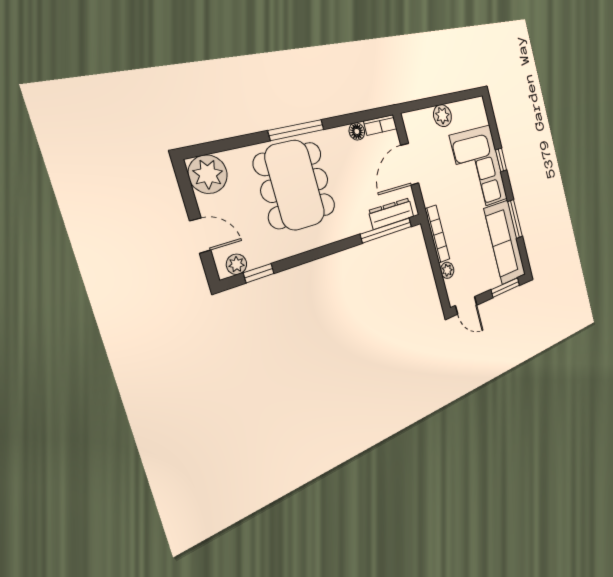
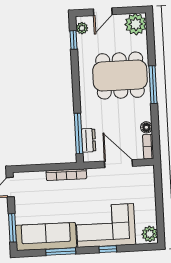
plant: (442, 116) -> (150, 234), moved
dresser: (391, 213) -> (89, 140), width x0.70
plant: (447, 270) -> (39, 177), removed

